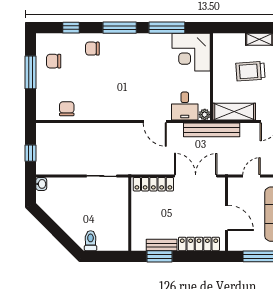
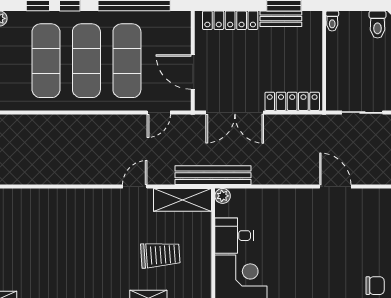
desk: (185, 106) -> (234, 236), moved, turned -90
door: (155, 122) -> (335, 186), moved
door: (227, 218) -> (193, 72), moved
toilet: (124, 243) -> (332, 21), added

